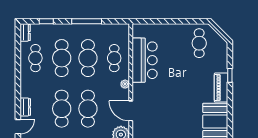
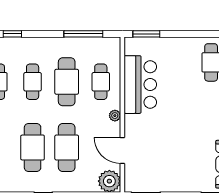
window: (87, 21) -> (83, 34), moved
window: (149, 21) -> (146, 34), added
cafe table: (62, 58) -> (33, 82), width x0.73, depth x0.74

